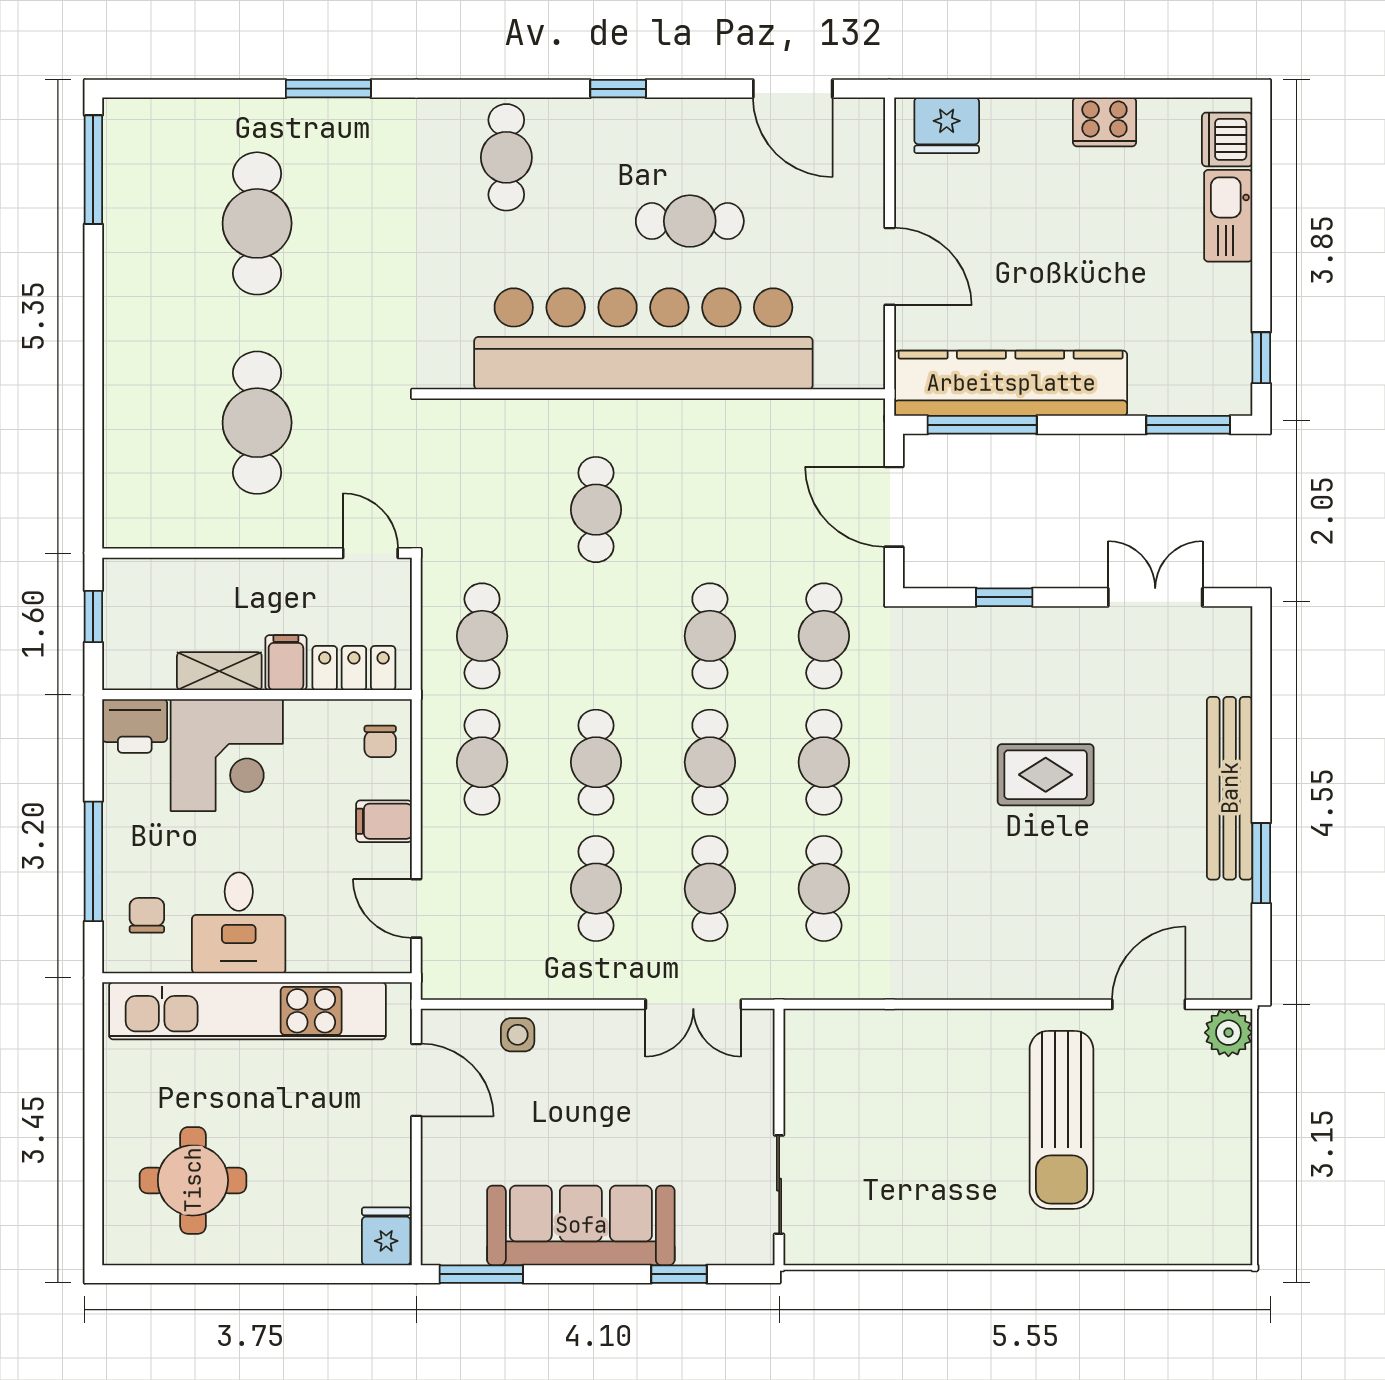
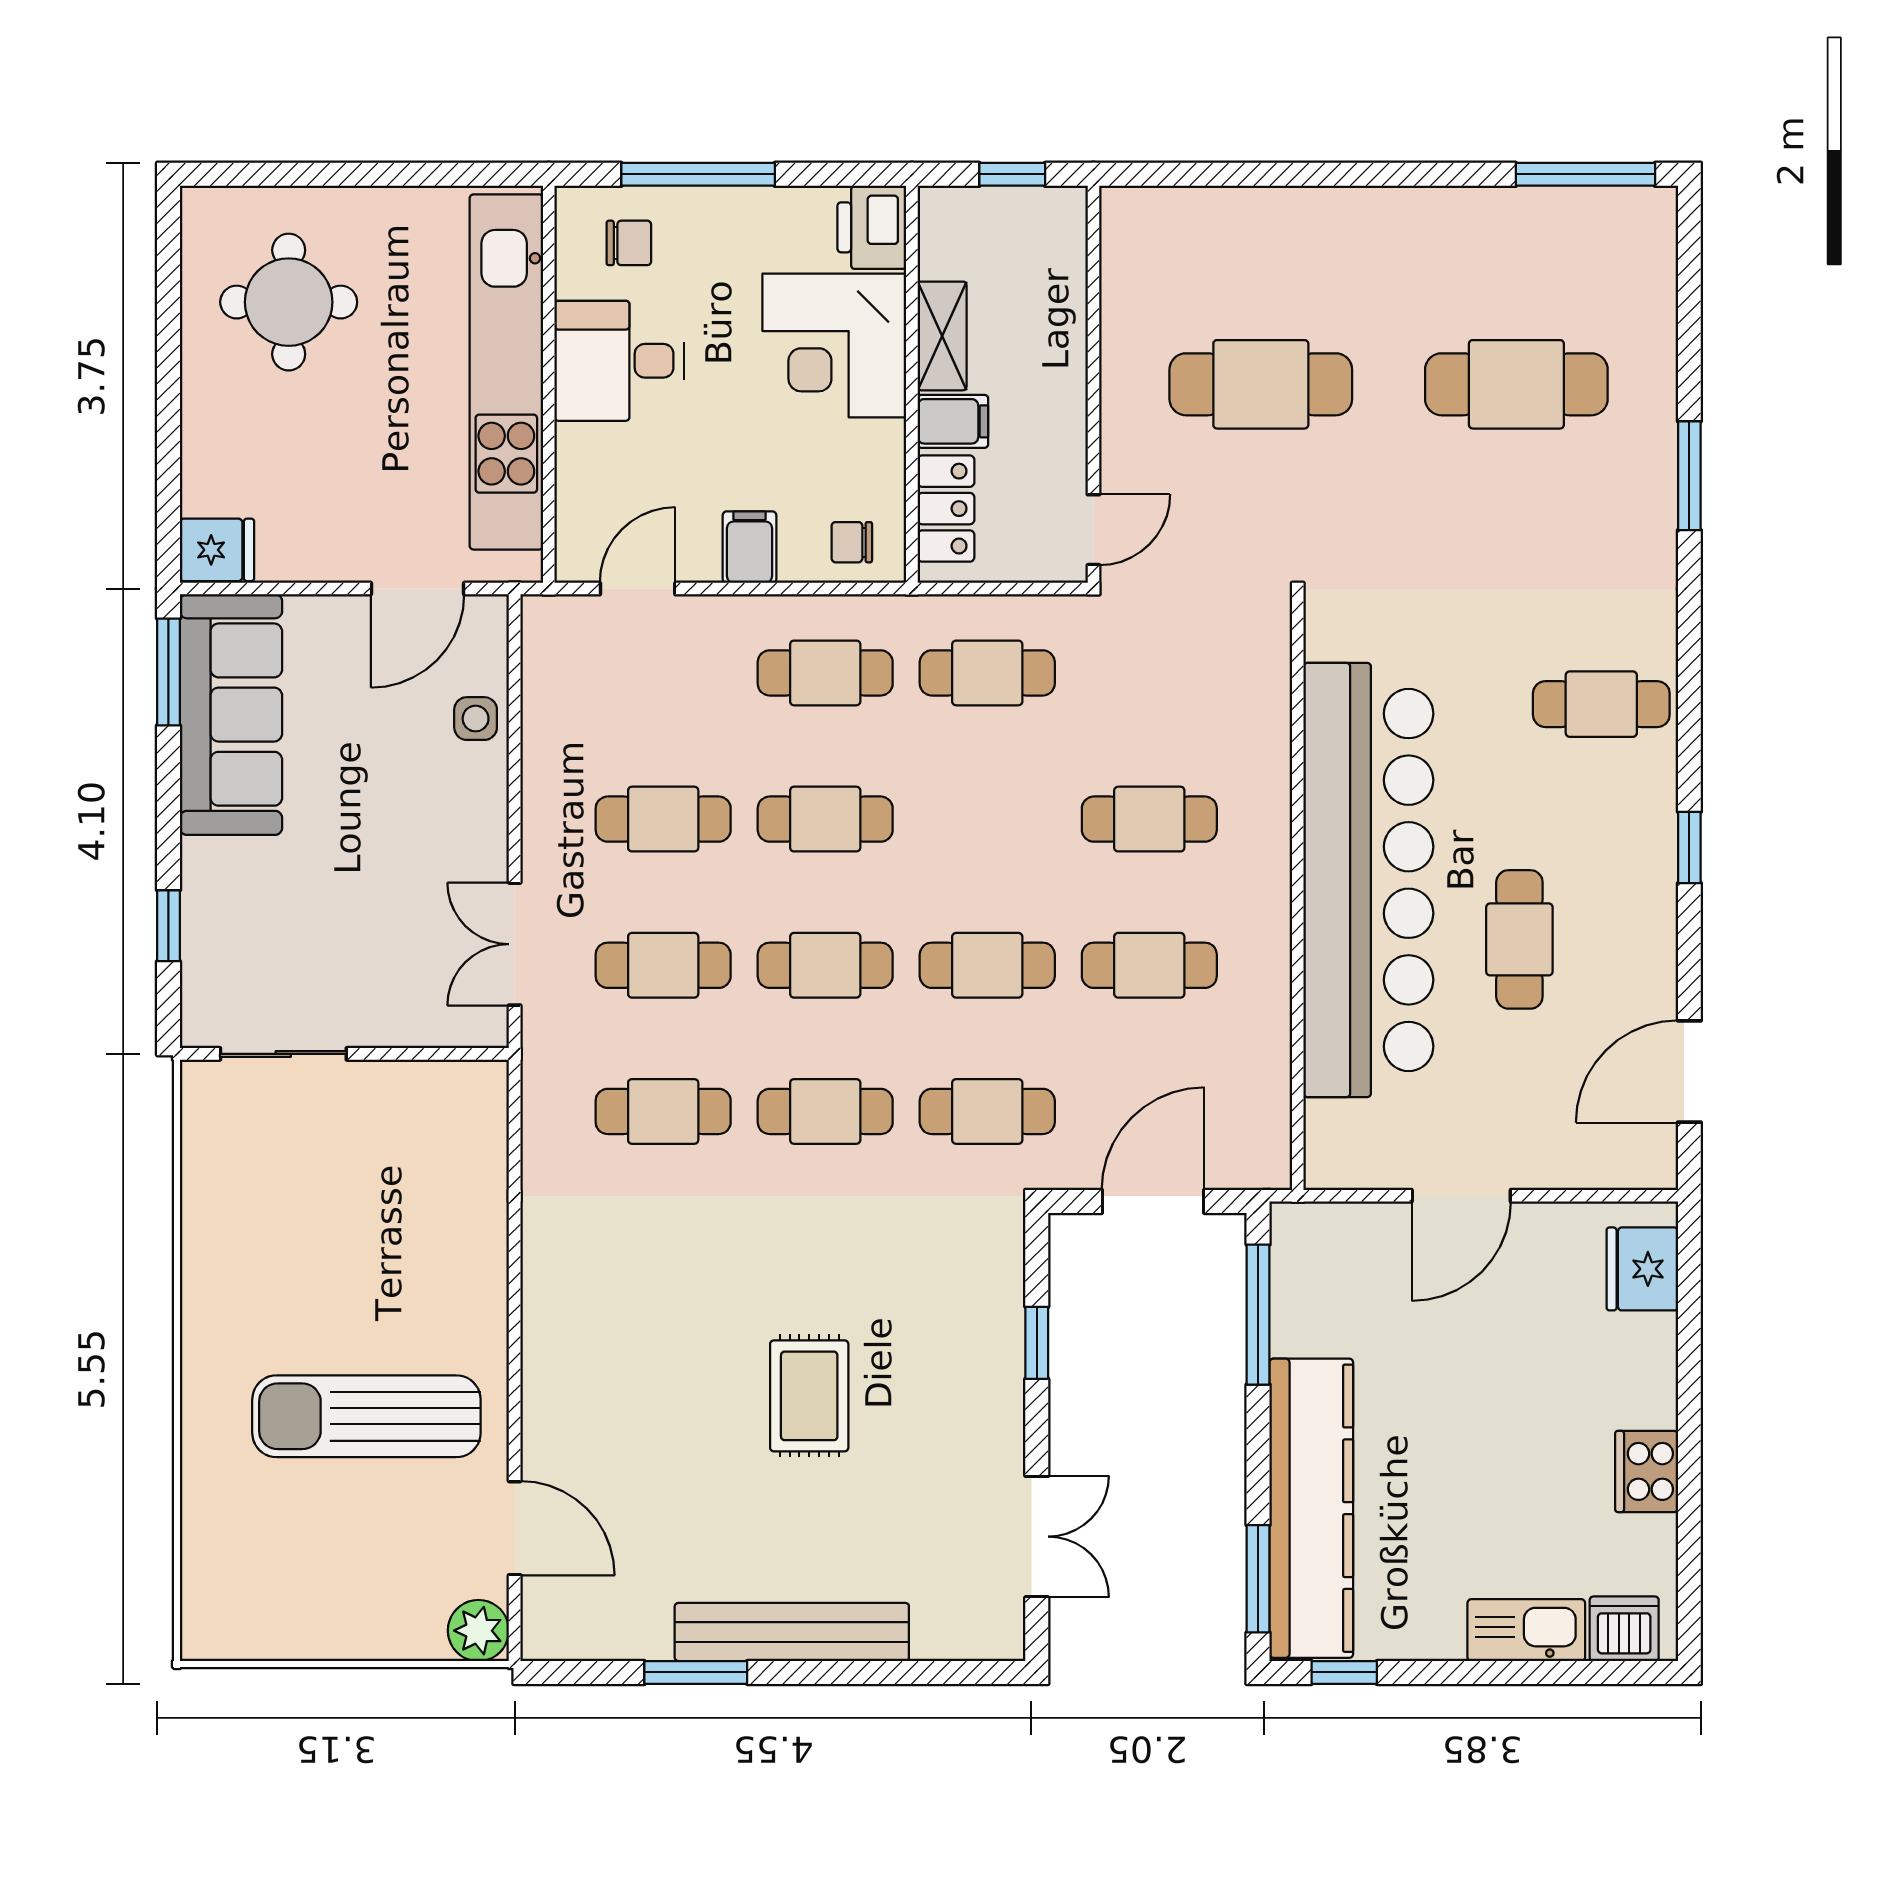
kitchen counter: (1011, 383) -> (1311, 1508), moved
cafe table: (710, 510) -> (1149, 965), added
sofa: (581, 1225) -> (231, 715), moved

